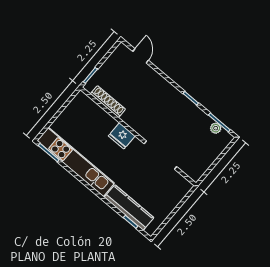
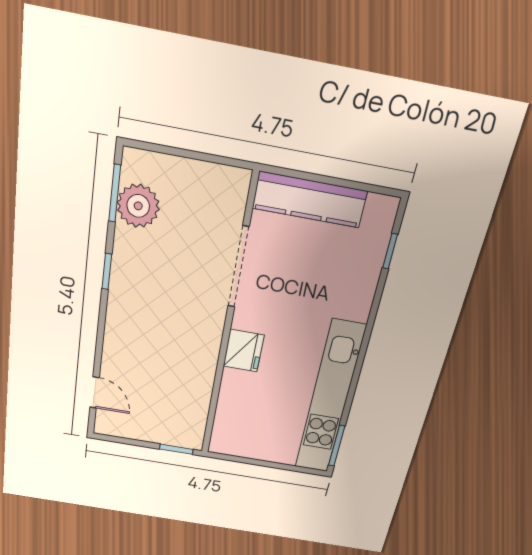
door: (141, 56) -> (94, 392), swing flipped
shoe rack: (108, 102) -> (200, 402), removed
plant: (216, 128) -> (138, 206), width x1.88, depth x1.88
kitchen counter: (129, 207) -> (310, 200), moved, turned -90

